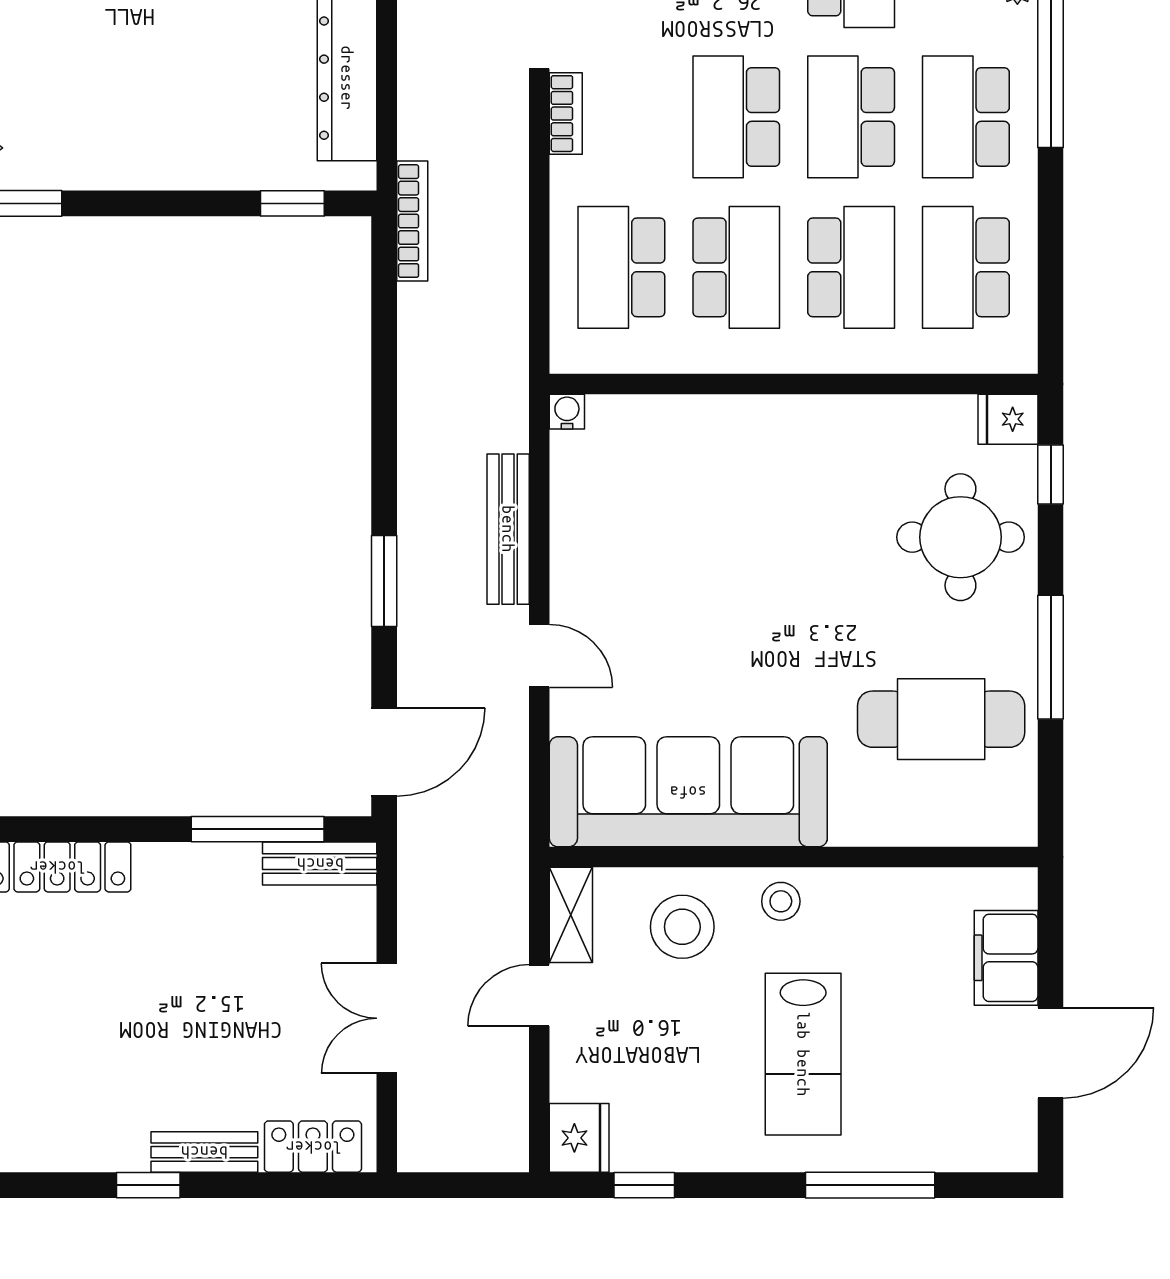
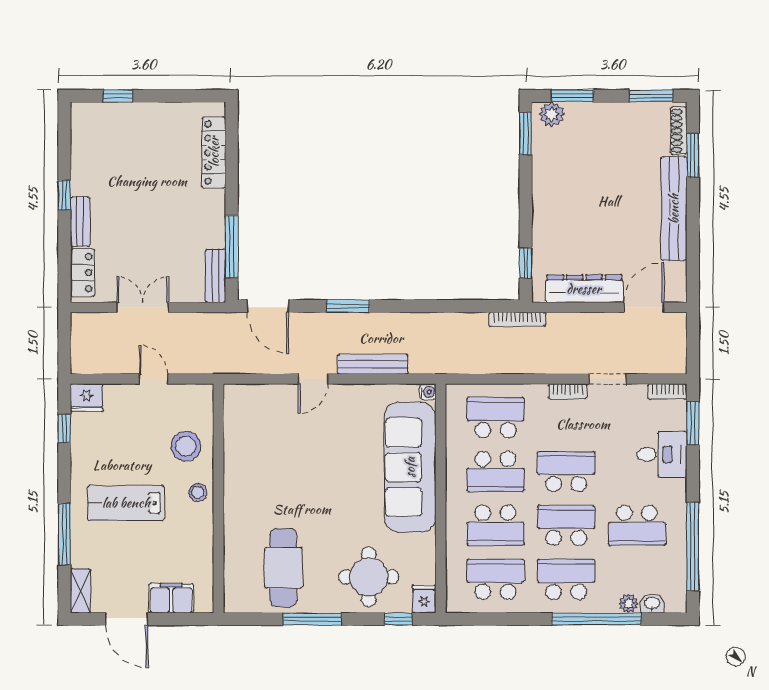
sofa: (688, 792) -> (410, 467), moved, turned 180
shelving: (571, 915) -> (80, 591), moved, turned 90

